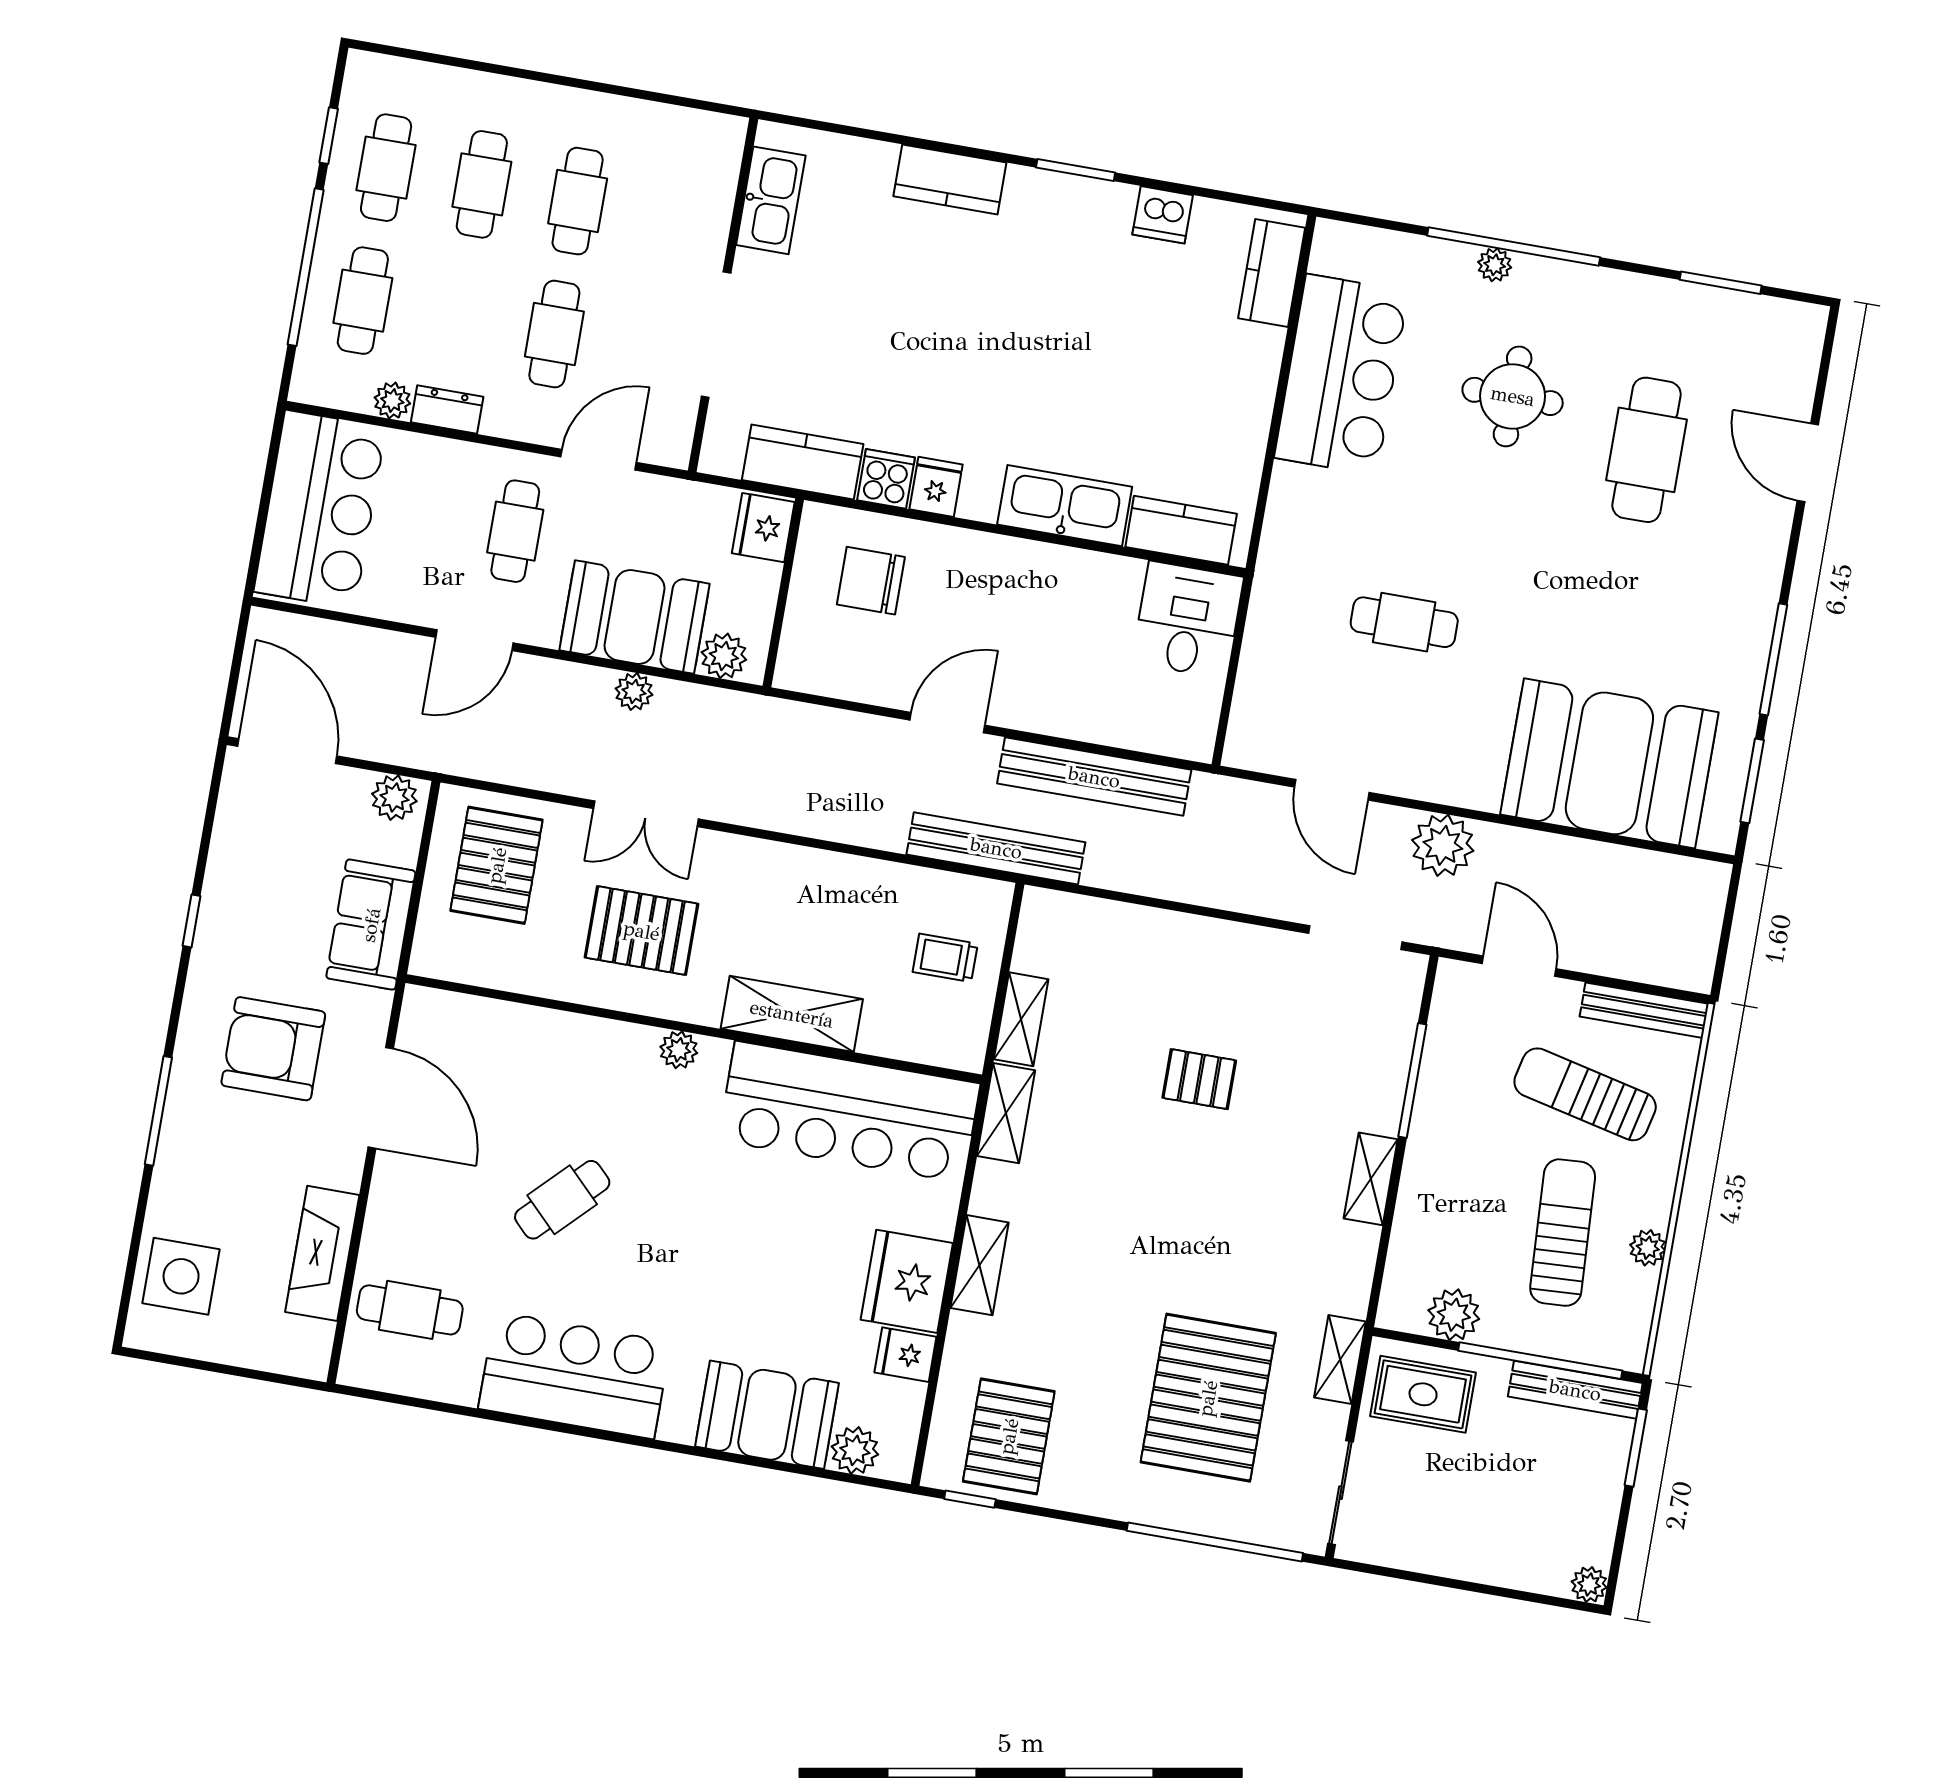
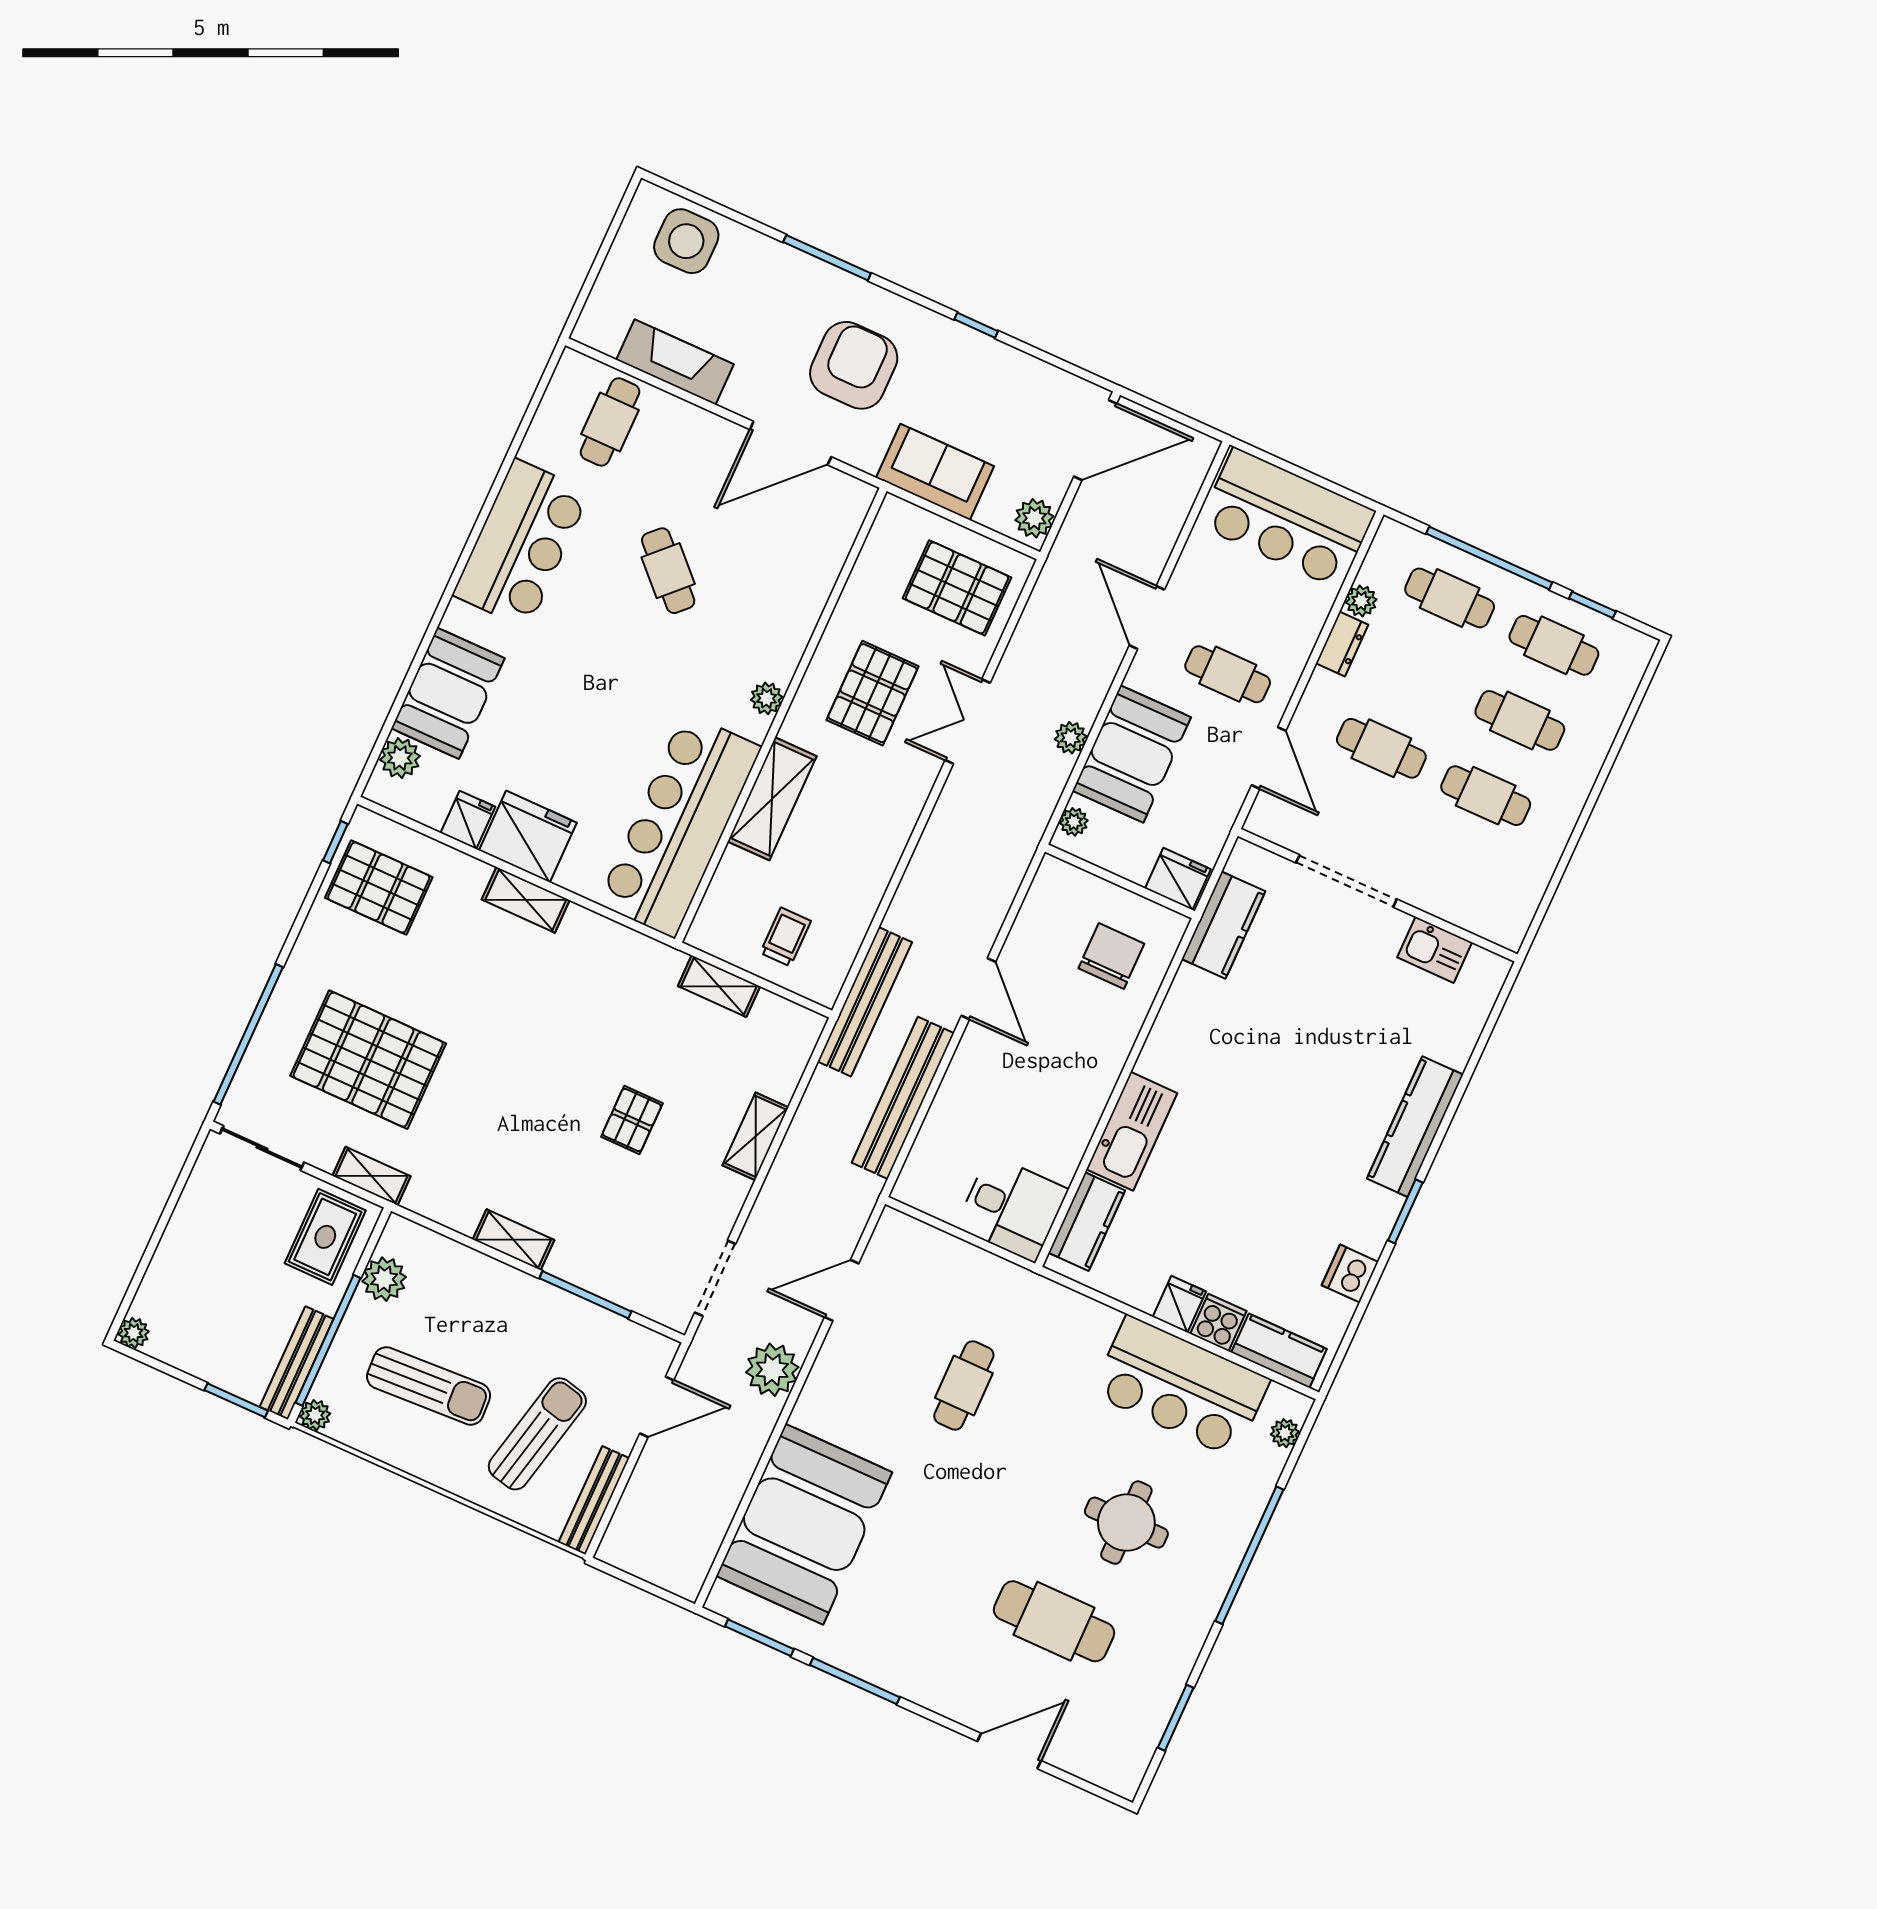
kitchen counter: (950, 179) -> (1415, 1127), width x1.50
kitchen sink: (771, 200) -> (1435, 950), width x0.73
plant: (1495, 265) -> (1285, 1433), moved
cooker: (886, 479) -> (1218, 1322), moved, turned -90
fridge: (936, 487) -> (1179, 1304), moved, turned -90
plant: (724, 656) -> (1074, 822), width x0.73, depth x0.73
shelving: (1006, 1113) -> (755, 1136), moved, turned 90
plant: (1648, 1248) -> (315, 1415), moved

